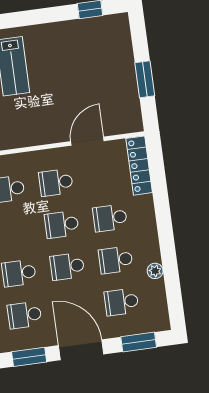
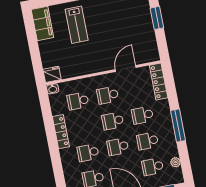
window: (145, 79) -> (157, 18), moved
window: (166, 238) -> (178, 125), added
plant: (155, 271) -> (175, 162), moved

